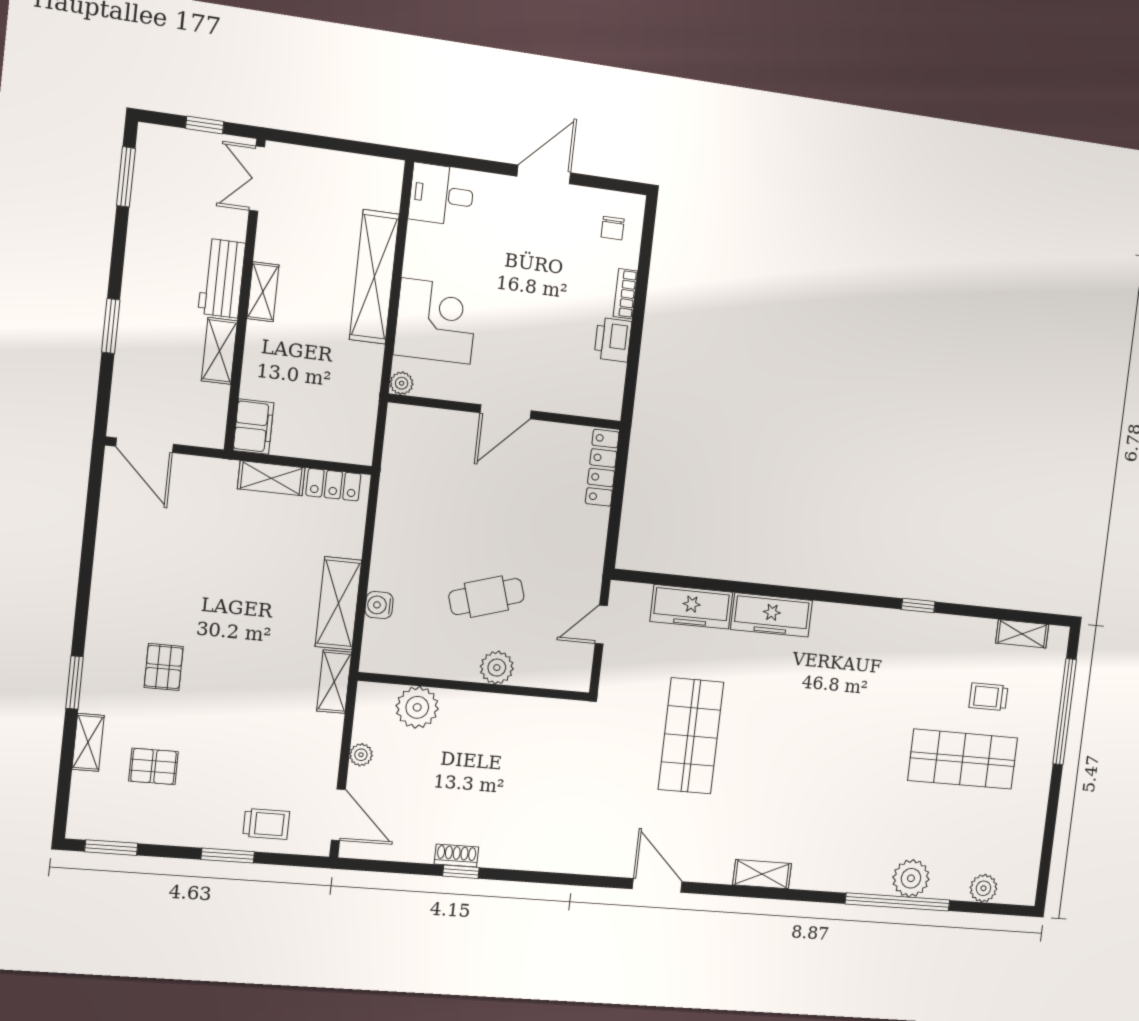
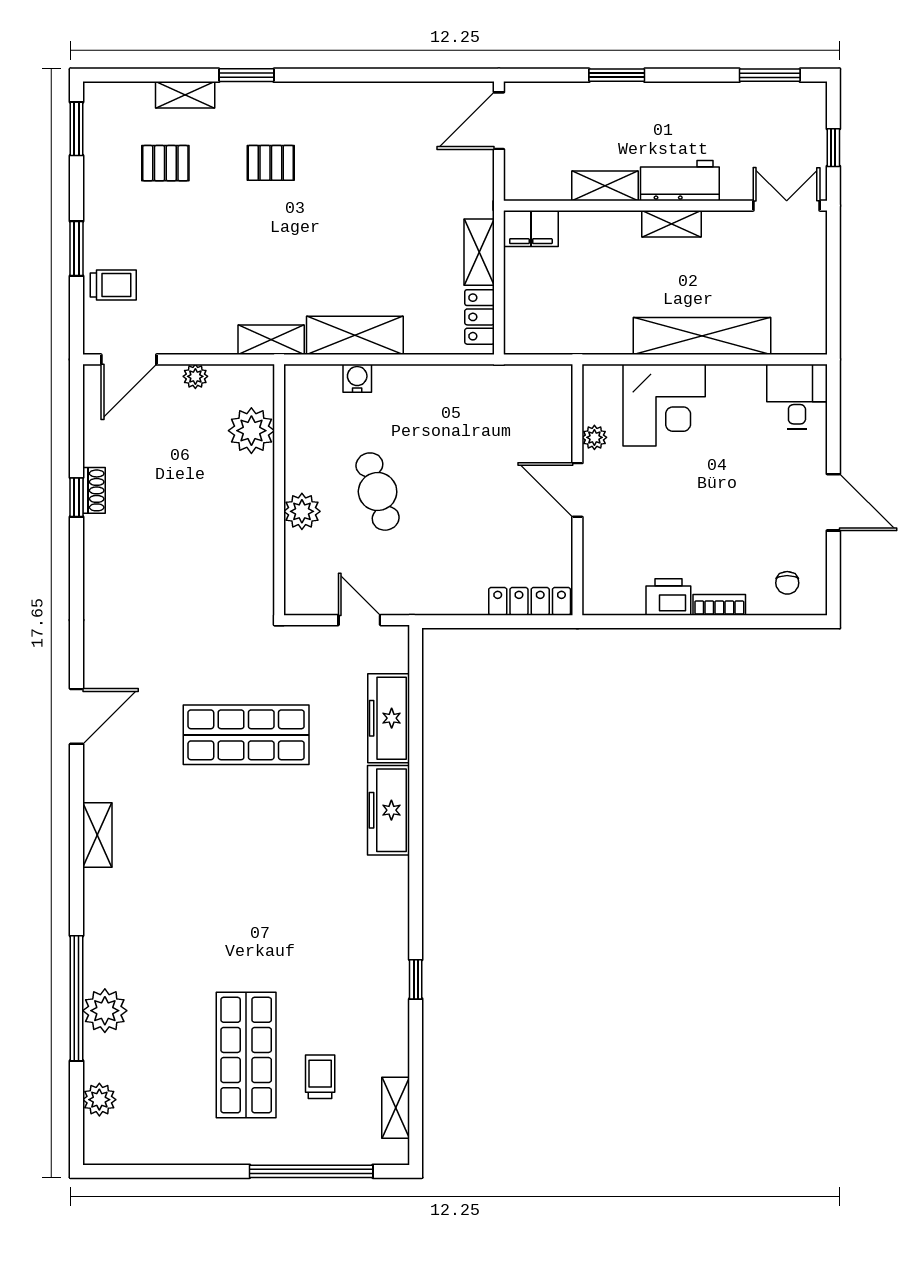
chair: (613, 228) -> (787, 583), turned -90
plant: (402, 383) -> (594, 437), moved
pallet: (154, 766) -> (165, 163), turned 90
trolley: (266, 824) -> (113, 285), turned -90

